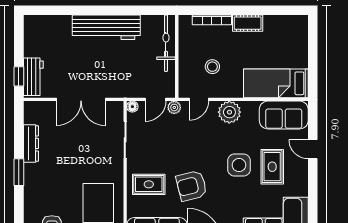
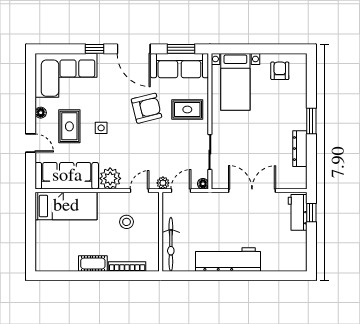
sofa: (284, 115) -> (67, 176), width x1.36
side table: (239, 165) -> (101, 128), width x0.54, depth x0.54
floor lamp: (302, 181) -> (41, 113), added

